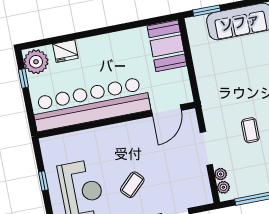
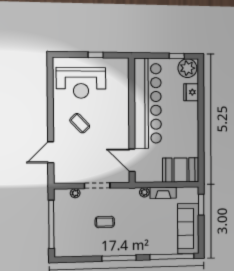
fireplace: (200, 63) -> (163, 193), added
plant: (223, 187) -> (144, 192), moved

